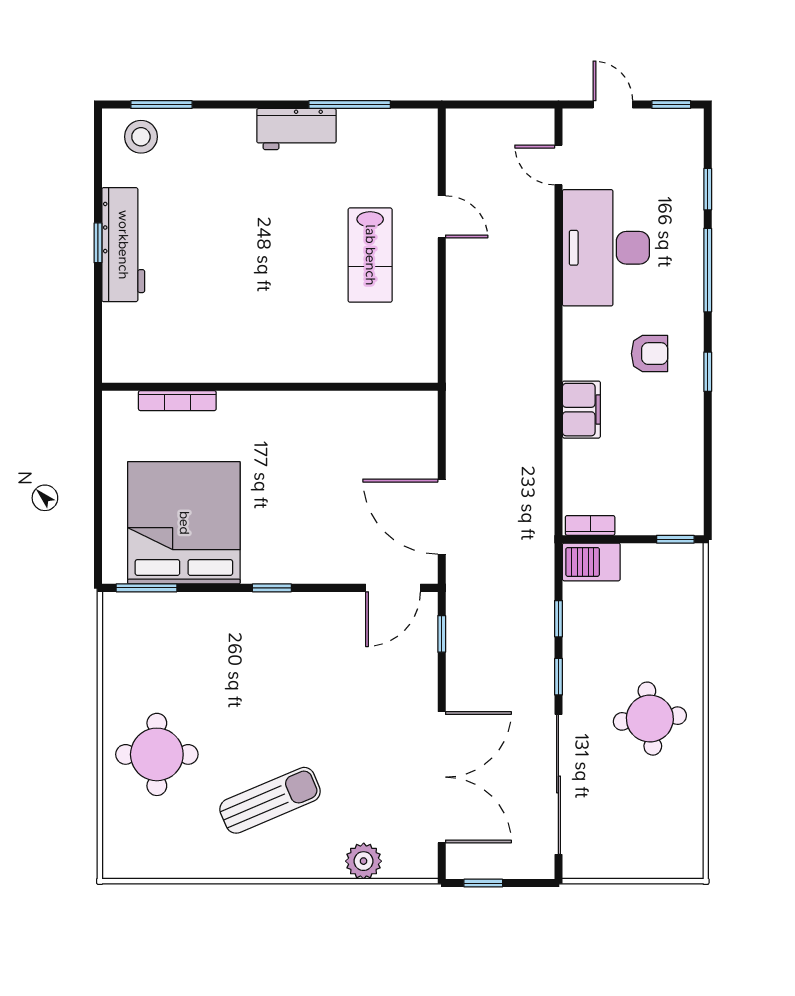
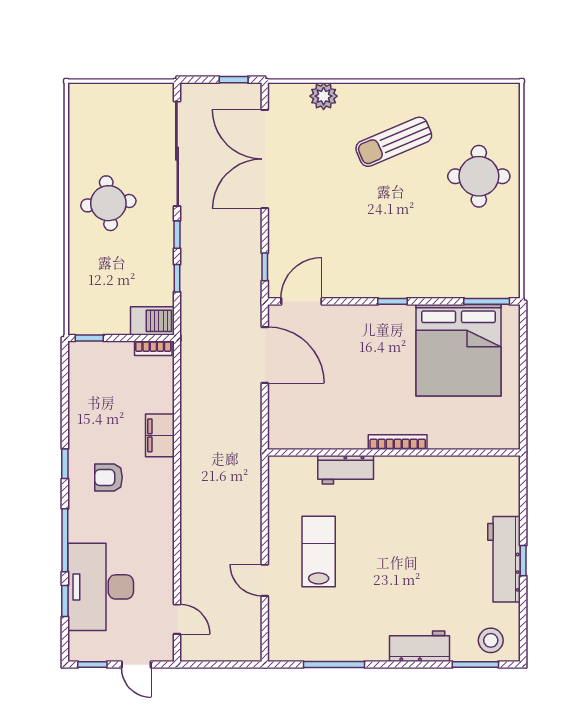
workbench: (296, 129) -> (419, 646), moved
desk: (606, 248) -> (101, 587), moved, turned 180
workbench: (334, 364) -> (346, 470), added
bookcase: (177, 401) -> (398, 442), moved

